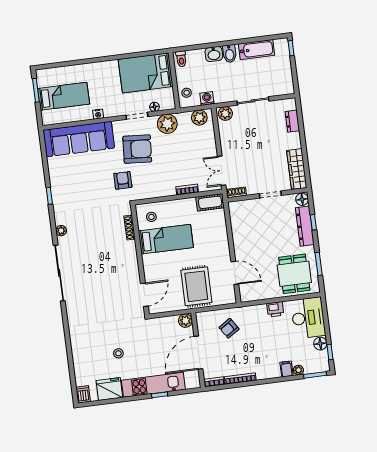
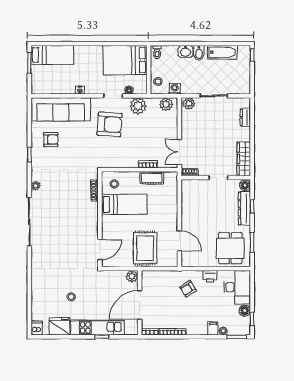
bed: (64, 96) -> (52, 55), moved
armchair: (123, 180) -> (51, 140), moved, turned 90
cot: (210, 202) -> (152, 178), moved
armchair: (229, 328) -> (188, 289), moved

